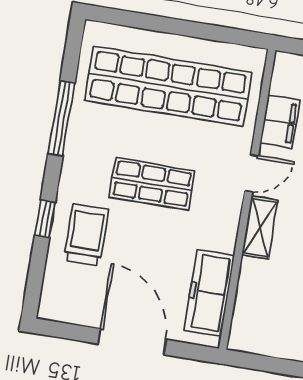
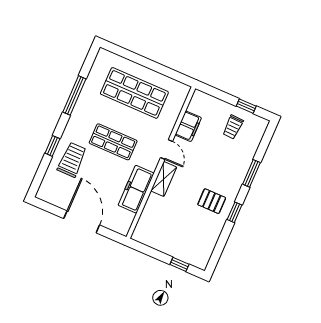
shop shelf: (168, 86) -> (134, 93), width x0.71
door: (251, 173) -> (167, 149), hinge flipped
freezer: (209, 293) -> (136, 189), moved

